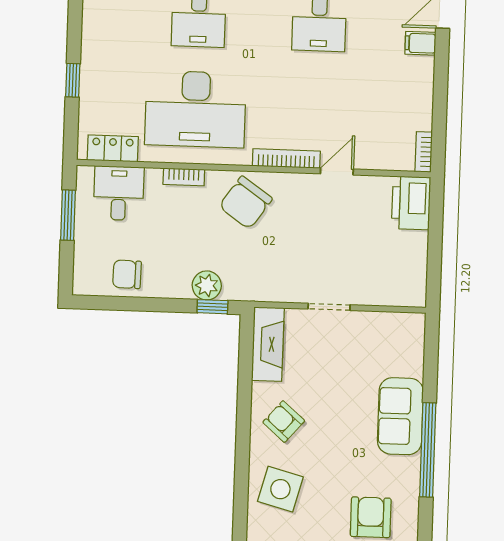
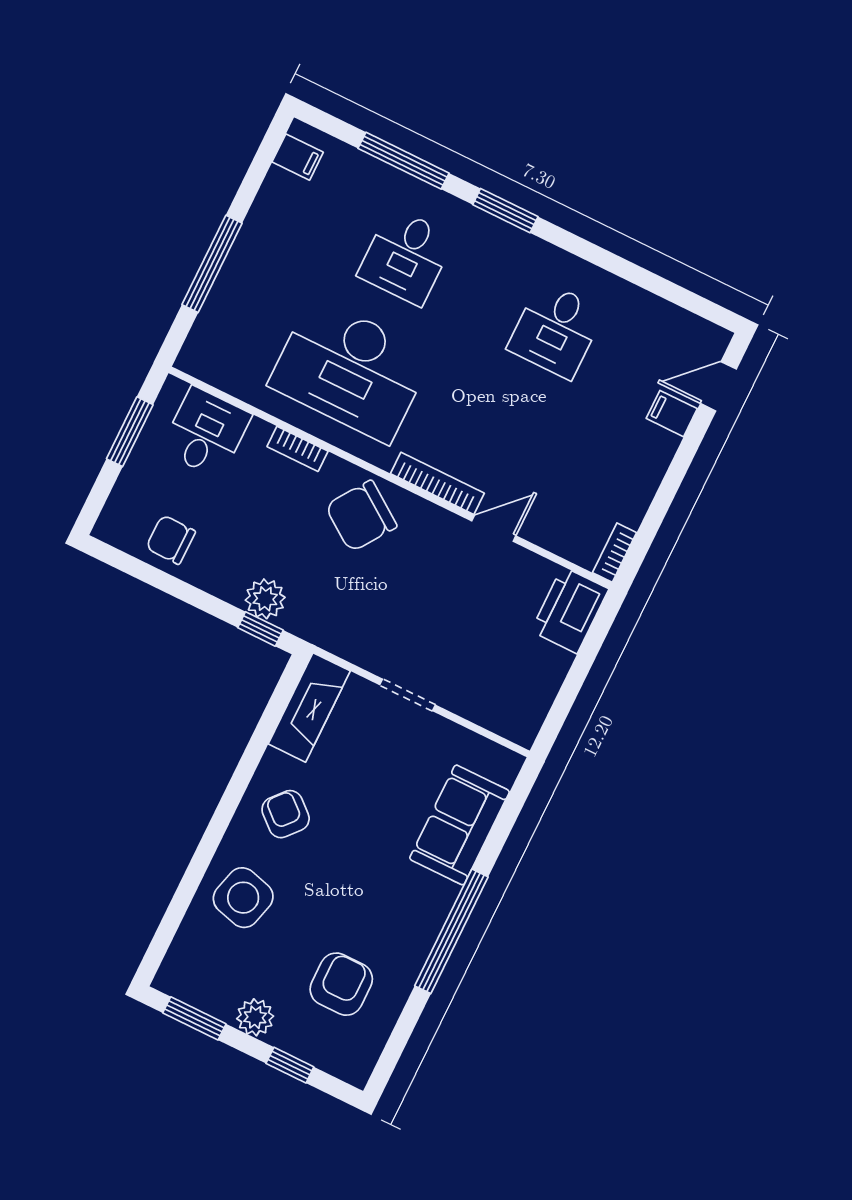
window: (73, 80) -> (212, 264), width x2.17
locker: (113, 148) -> (224, 373), removed
sofa: (400, 416) -> (460, 825), moved

